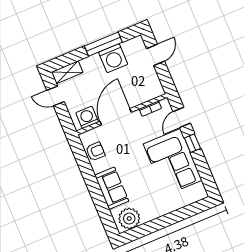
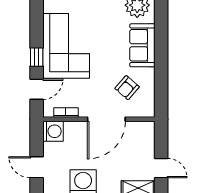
door: (156, 55) -> (37, 167), hinge flipped
washing machine: (87, 117) -> (53, 131), moved, turned -90
armchair: (95, 151) -> (127, 88), moved, turned -49

